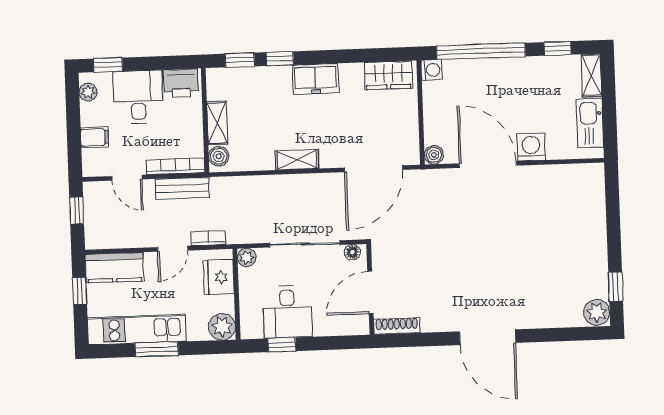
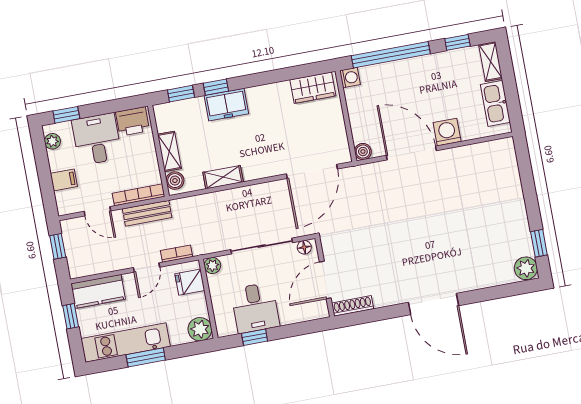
freezer: (315, 79) -> (226, 105), moved
shelving: (297, 160) -> (223, 177), moved
fridge: (219, 277) -> (190, 282), width x0.72

